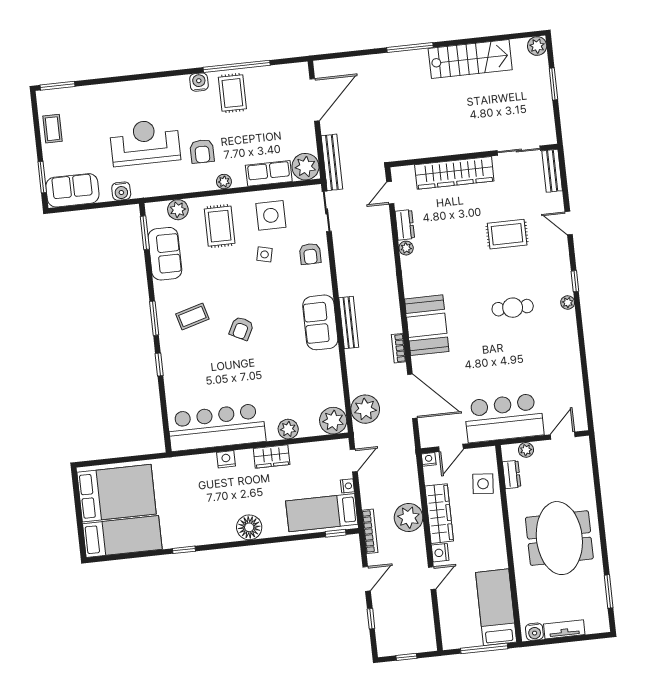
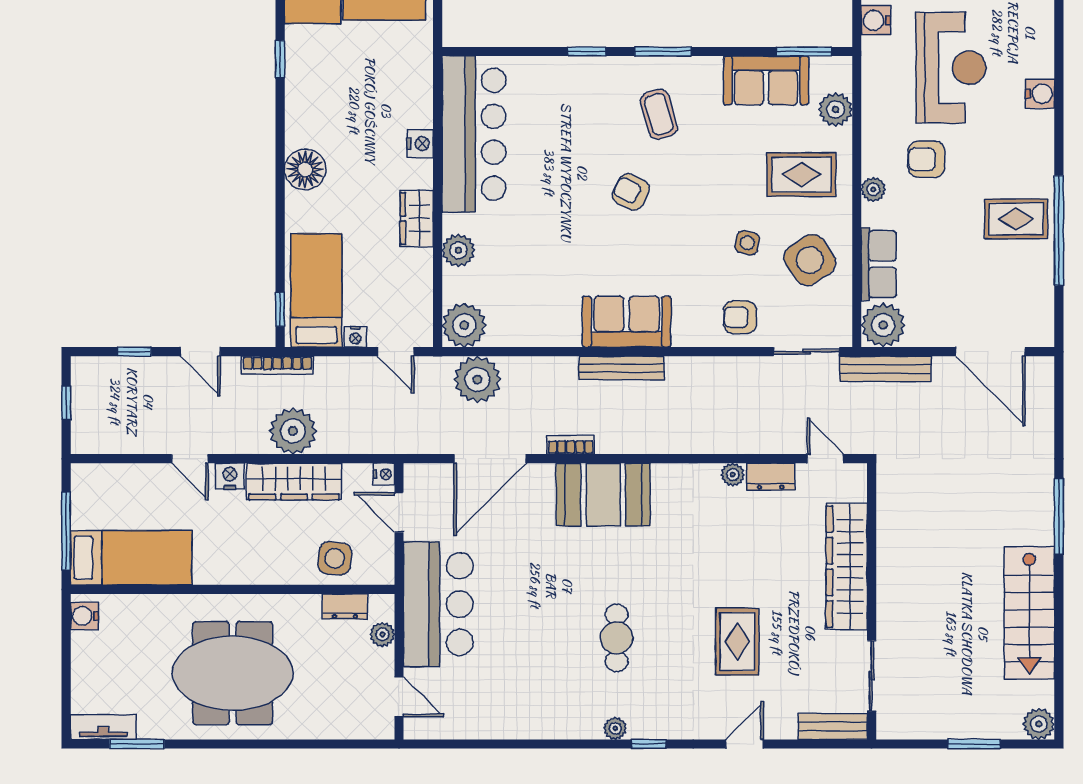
water cooler: (199, 82) -> (1040, 94), moved
side table: (271, 215) -> (810, 260), turned -34
tv unit: (564, 629) -> (103, 727), moved, turned -90

